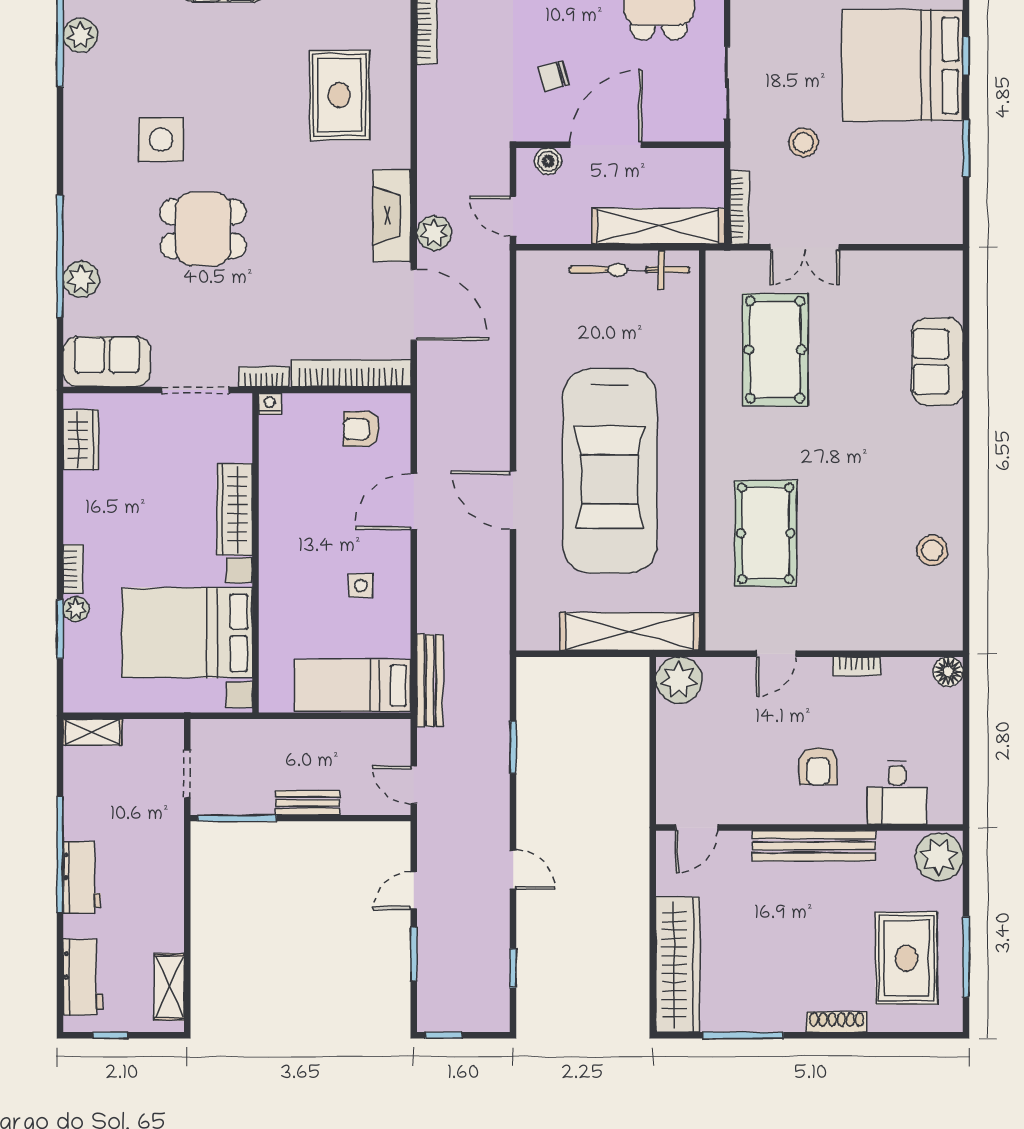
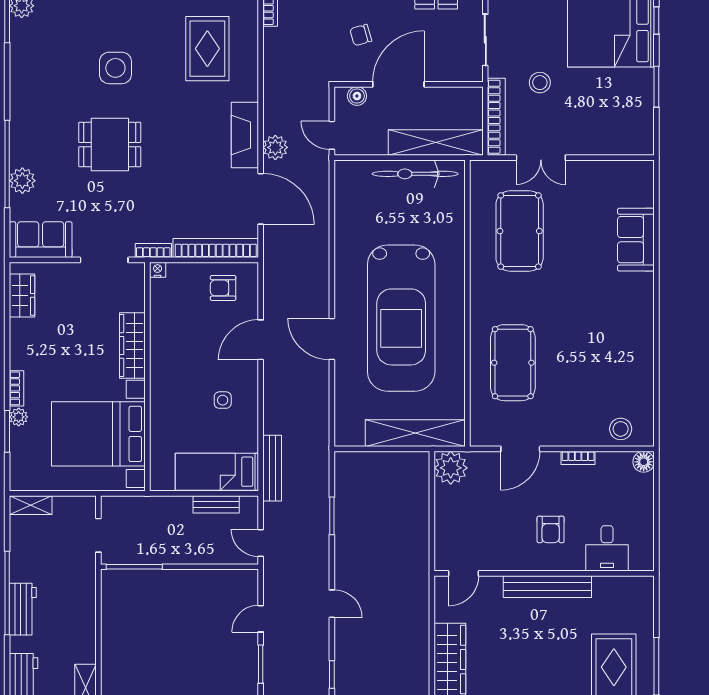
side table: (161, 140) -> (115, 68), moved
bookcase: (740, 208) -> (496, 117), width x1.48, depth x1.31
stool: (932, 550) -> (621, 429), moved
door: (776, 654) -> (520, 449), width x1.38
bench: (307, 803) -> (216, 504), moved
plant: (939, 857) -> (637, 595), removed

